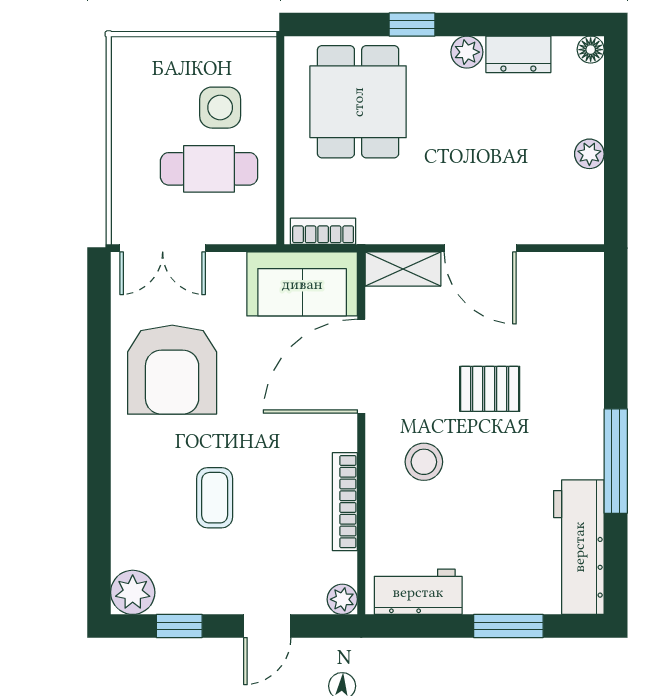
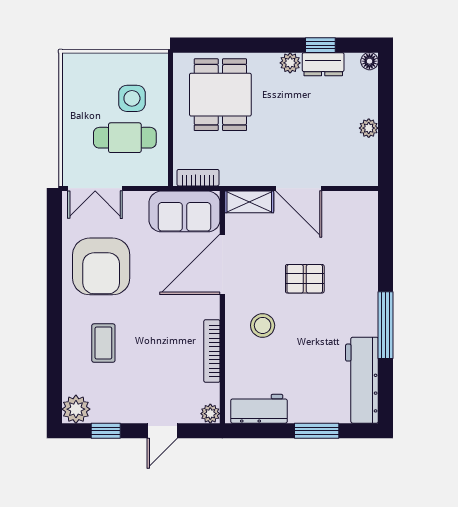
window: (412, 24) -> (320, 45), moved
coffee table: (215, 498) -> (103, 343), moved

